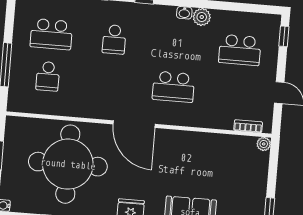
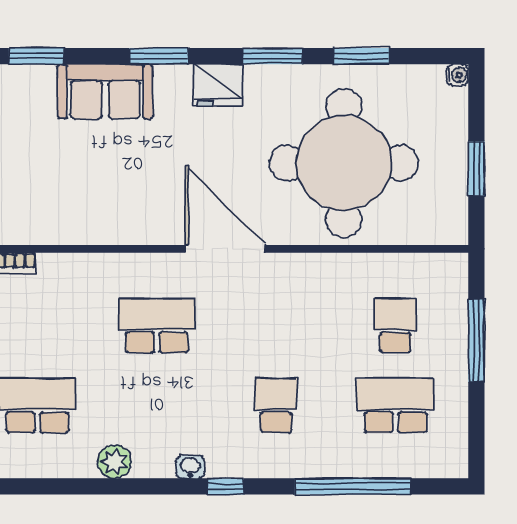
washbasin: (184, 13) -> (190, 467), moved

